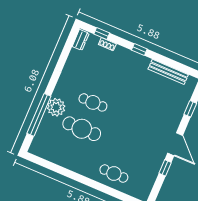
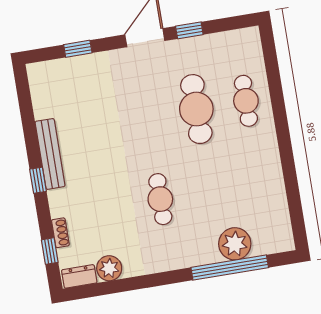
plant: (75, 57) -> (109, 268), added
bench: (168, 72) -> (50, 154), moved
plant: (56, 107) -> (235, 244), moved
cafe table: (82, 129) -> (196, 109), moved

